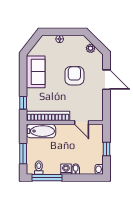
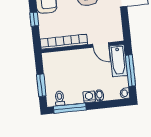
window: (23, 103) -> (34, 19), moved
bathtub: (41, 131) -> (118, 61), moved, turned 90
window: (107, 149) -> (130, 70), width x2.17

